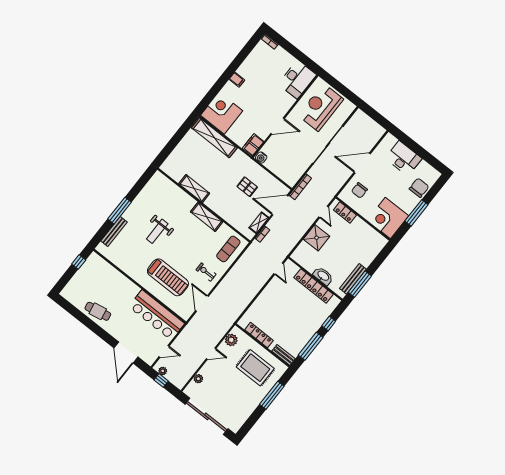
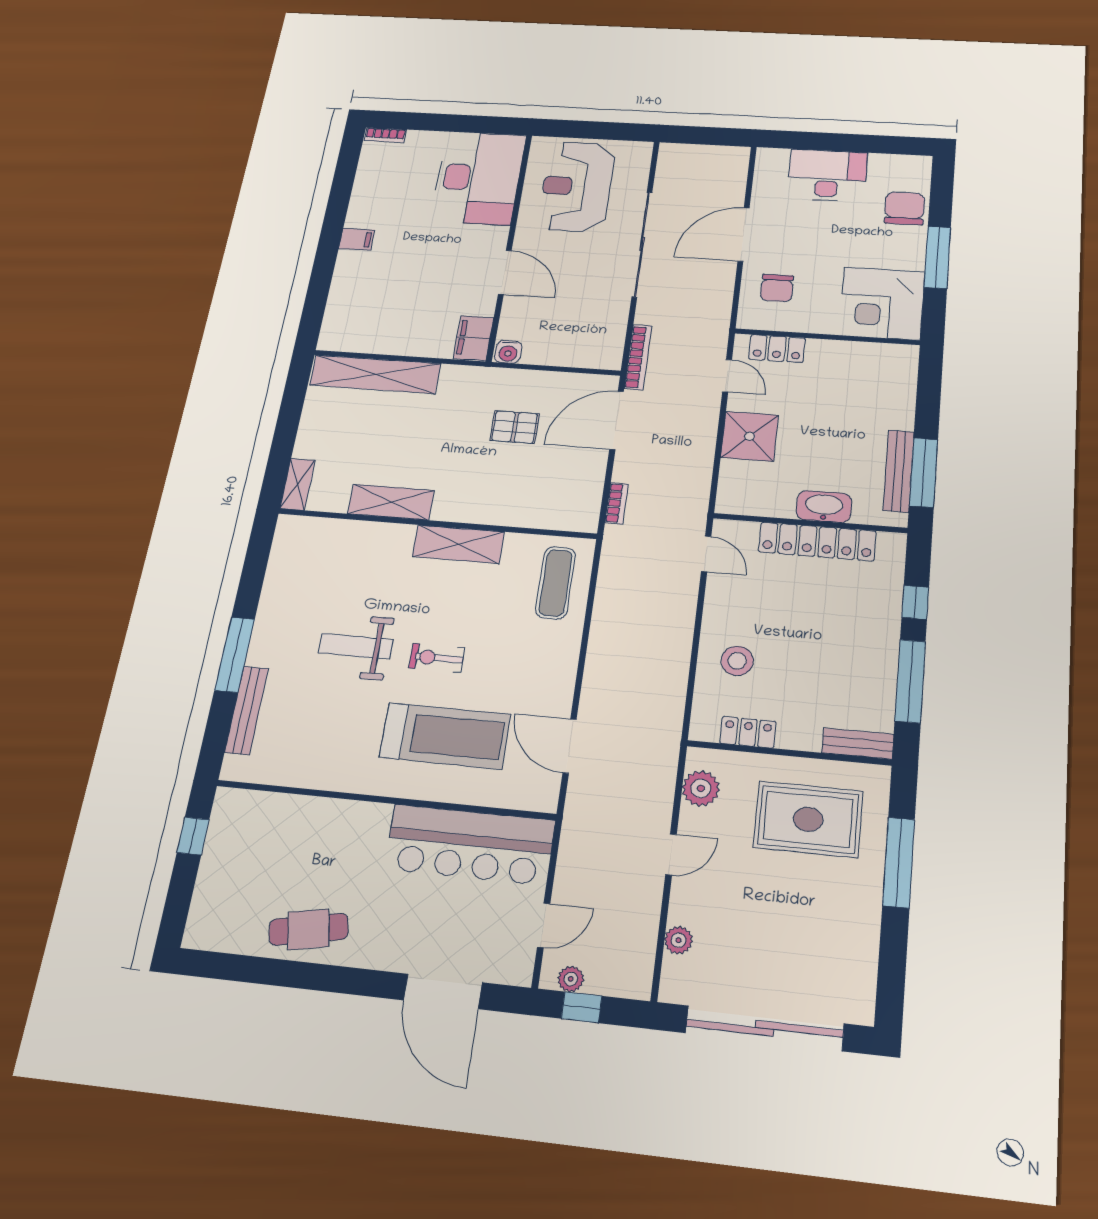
desk: (297, 79) -> (478, 178), width x1.36, depth x1.30
corner desk: (222, 113) -> (362, 319), removed
door: (278, 126) -> (505, 272), hinge flipped
shelving: (259, 223) -> (297, 484), moved
weight bench: (157, 231) -> (356, 646), turned 90
exercise bike: (206, 272) -> (437, 658), moved
stool: (266, 308) -> (737, 661), added
locker: (259, 335) -> (748, 732), width x0.66

